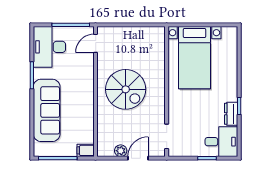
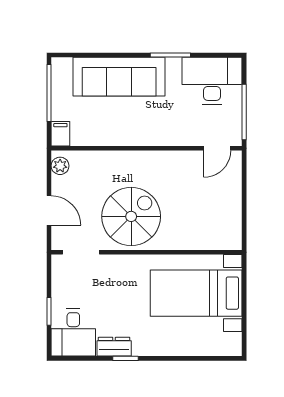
door: (96, 43) -> (217, 148), swing flipped
spiral stairs: (126, 89) -> (131, 216), moved, turned 180
plant: (121, 151) -> (60, 166), moved

